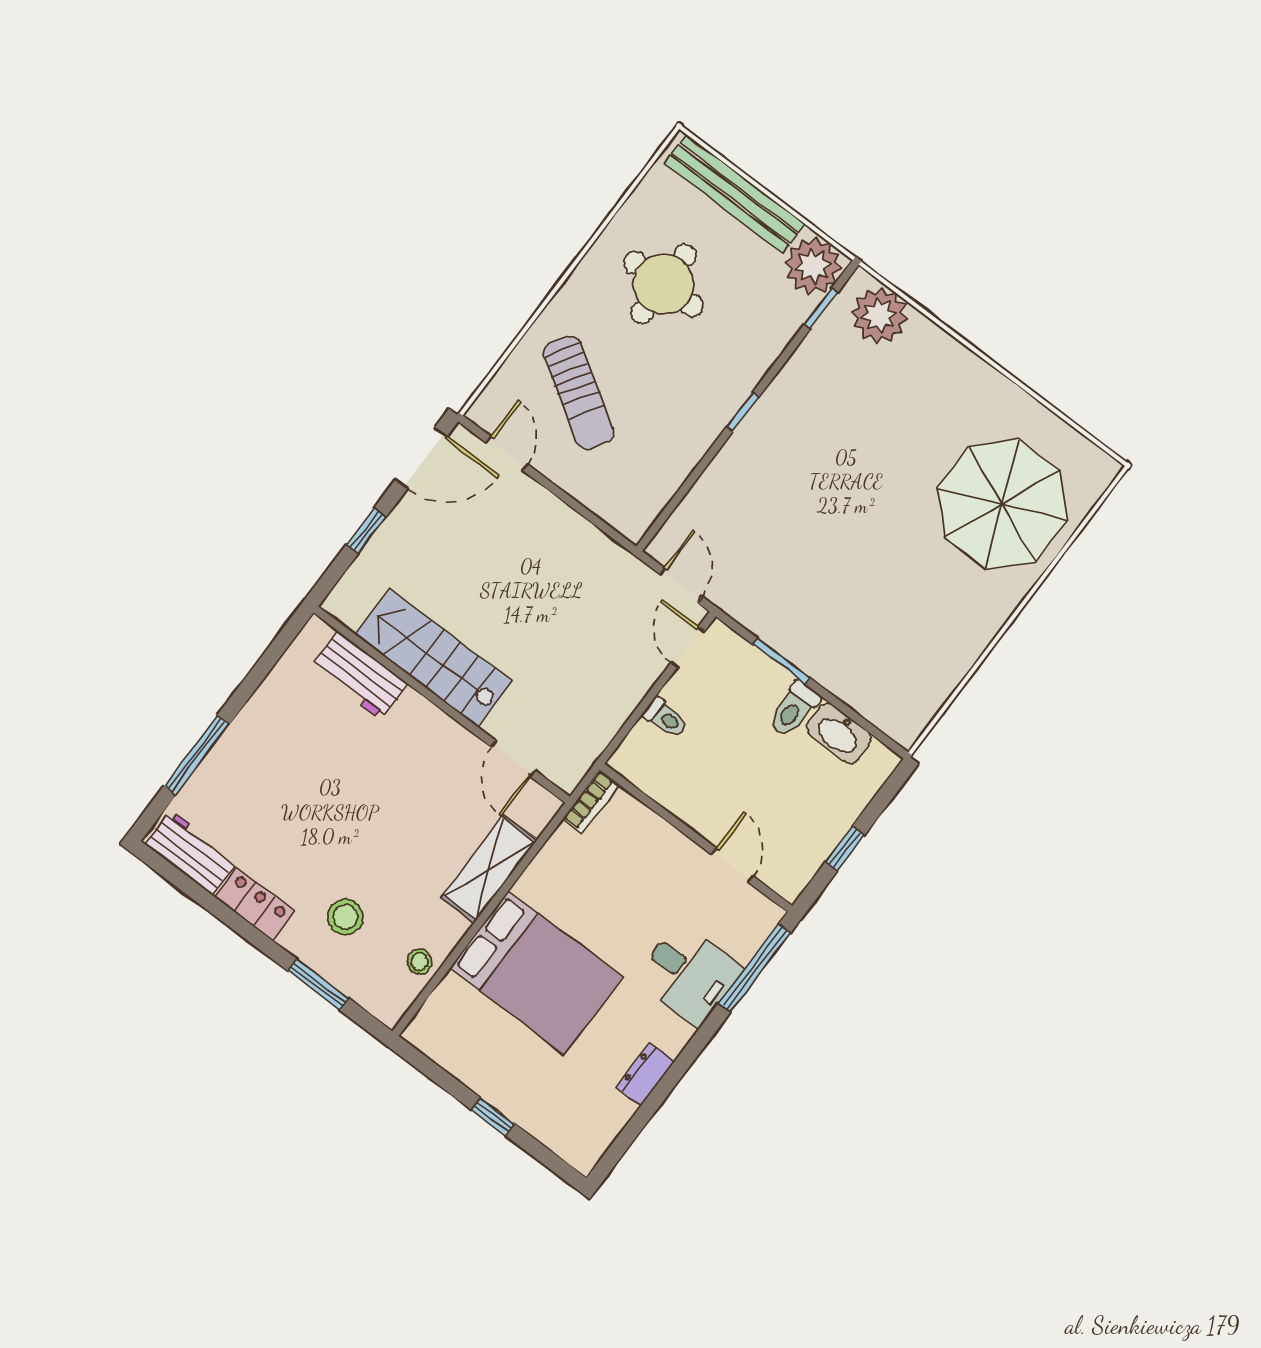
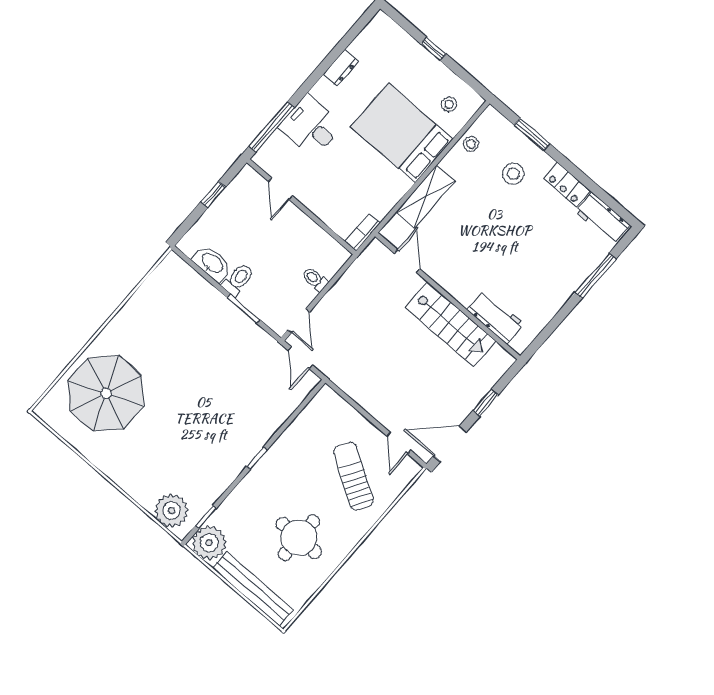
stool: (460, 1026) -> (449, 104), added

